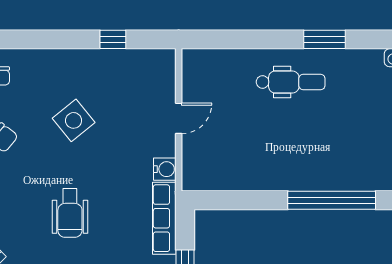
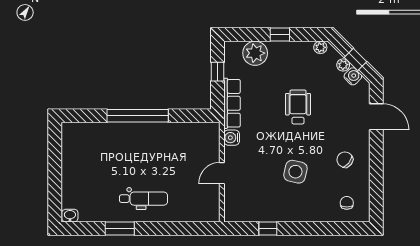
dental chair: (291, 82) -> (144, 199), turned 180
side table: (74, 120) -> (295, 172), turned -38
window: (332, 200) -> (138, 116), moved

